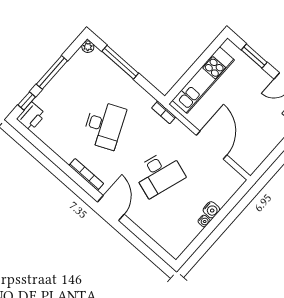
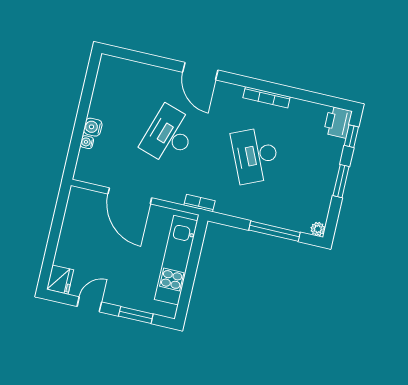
window: (52, 72) -> (341, 181), width x0.69
bookcase: (86, 175) -> (267, 97), moved
water cooler: (204, 221) -> (87, 142), moved

